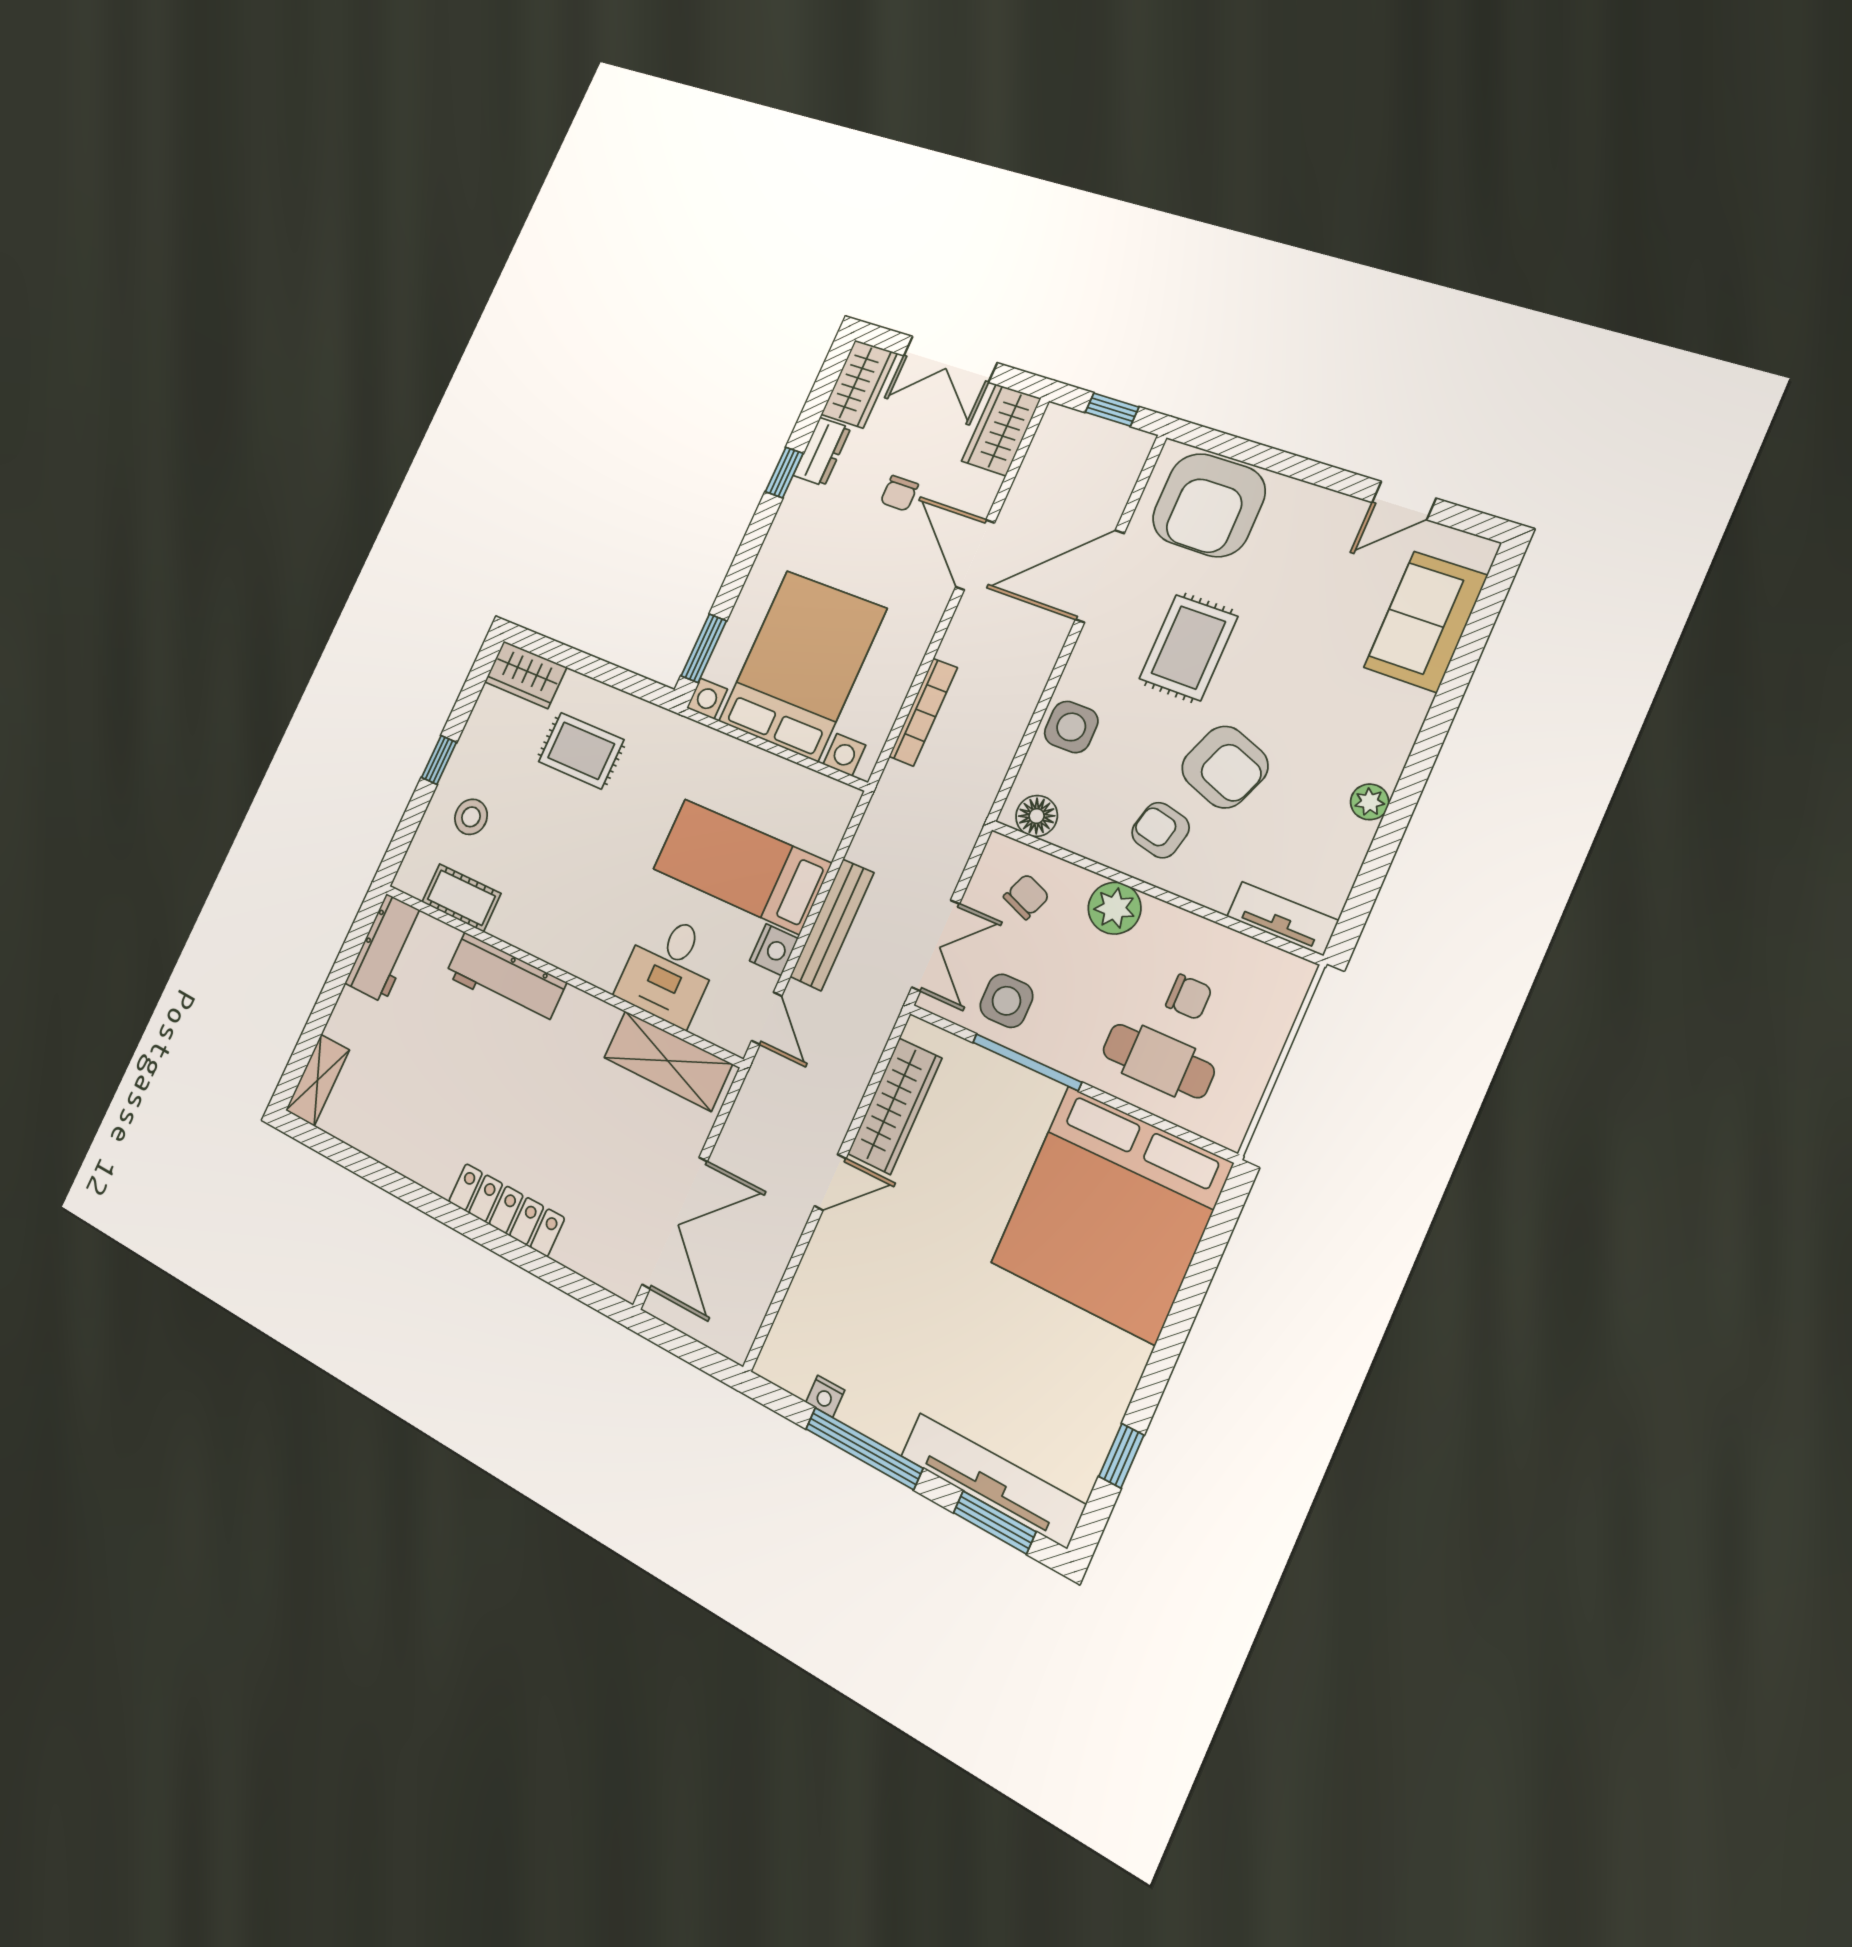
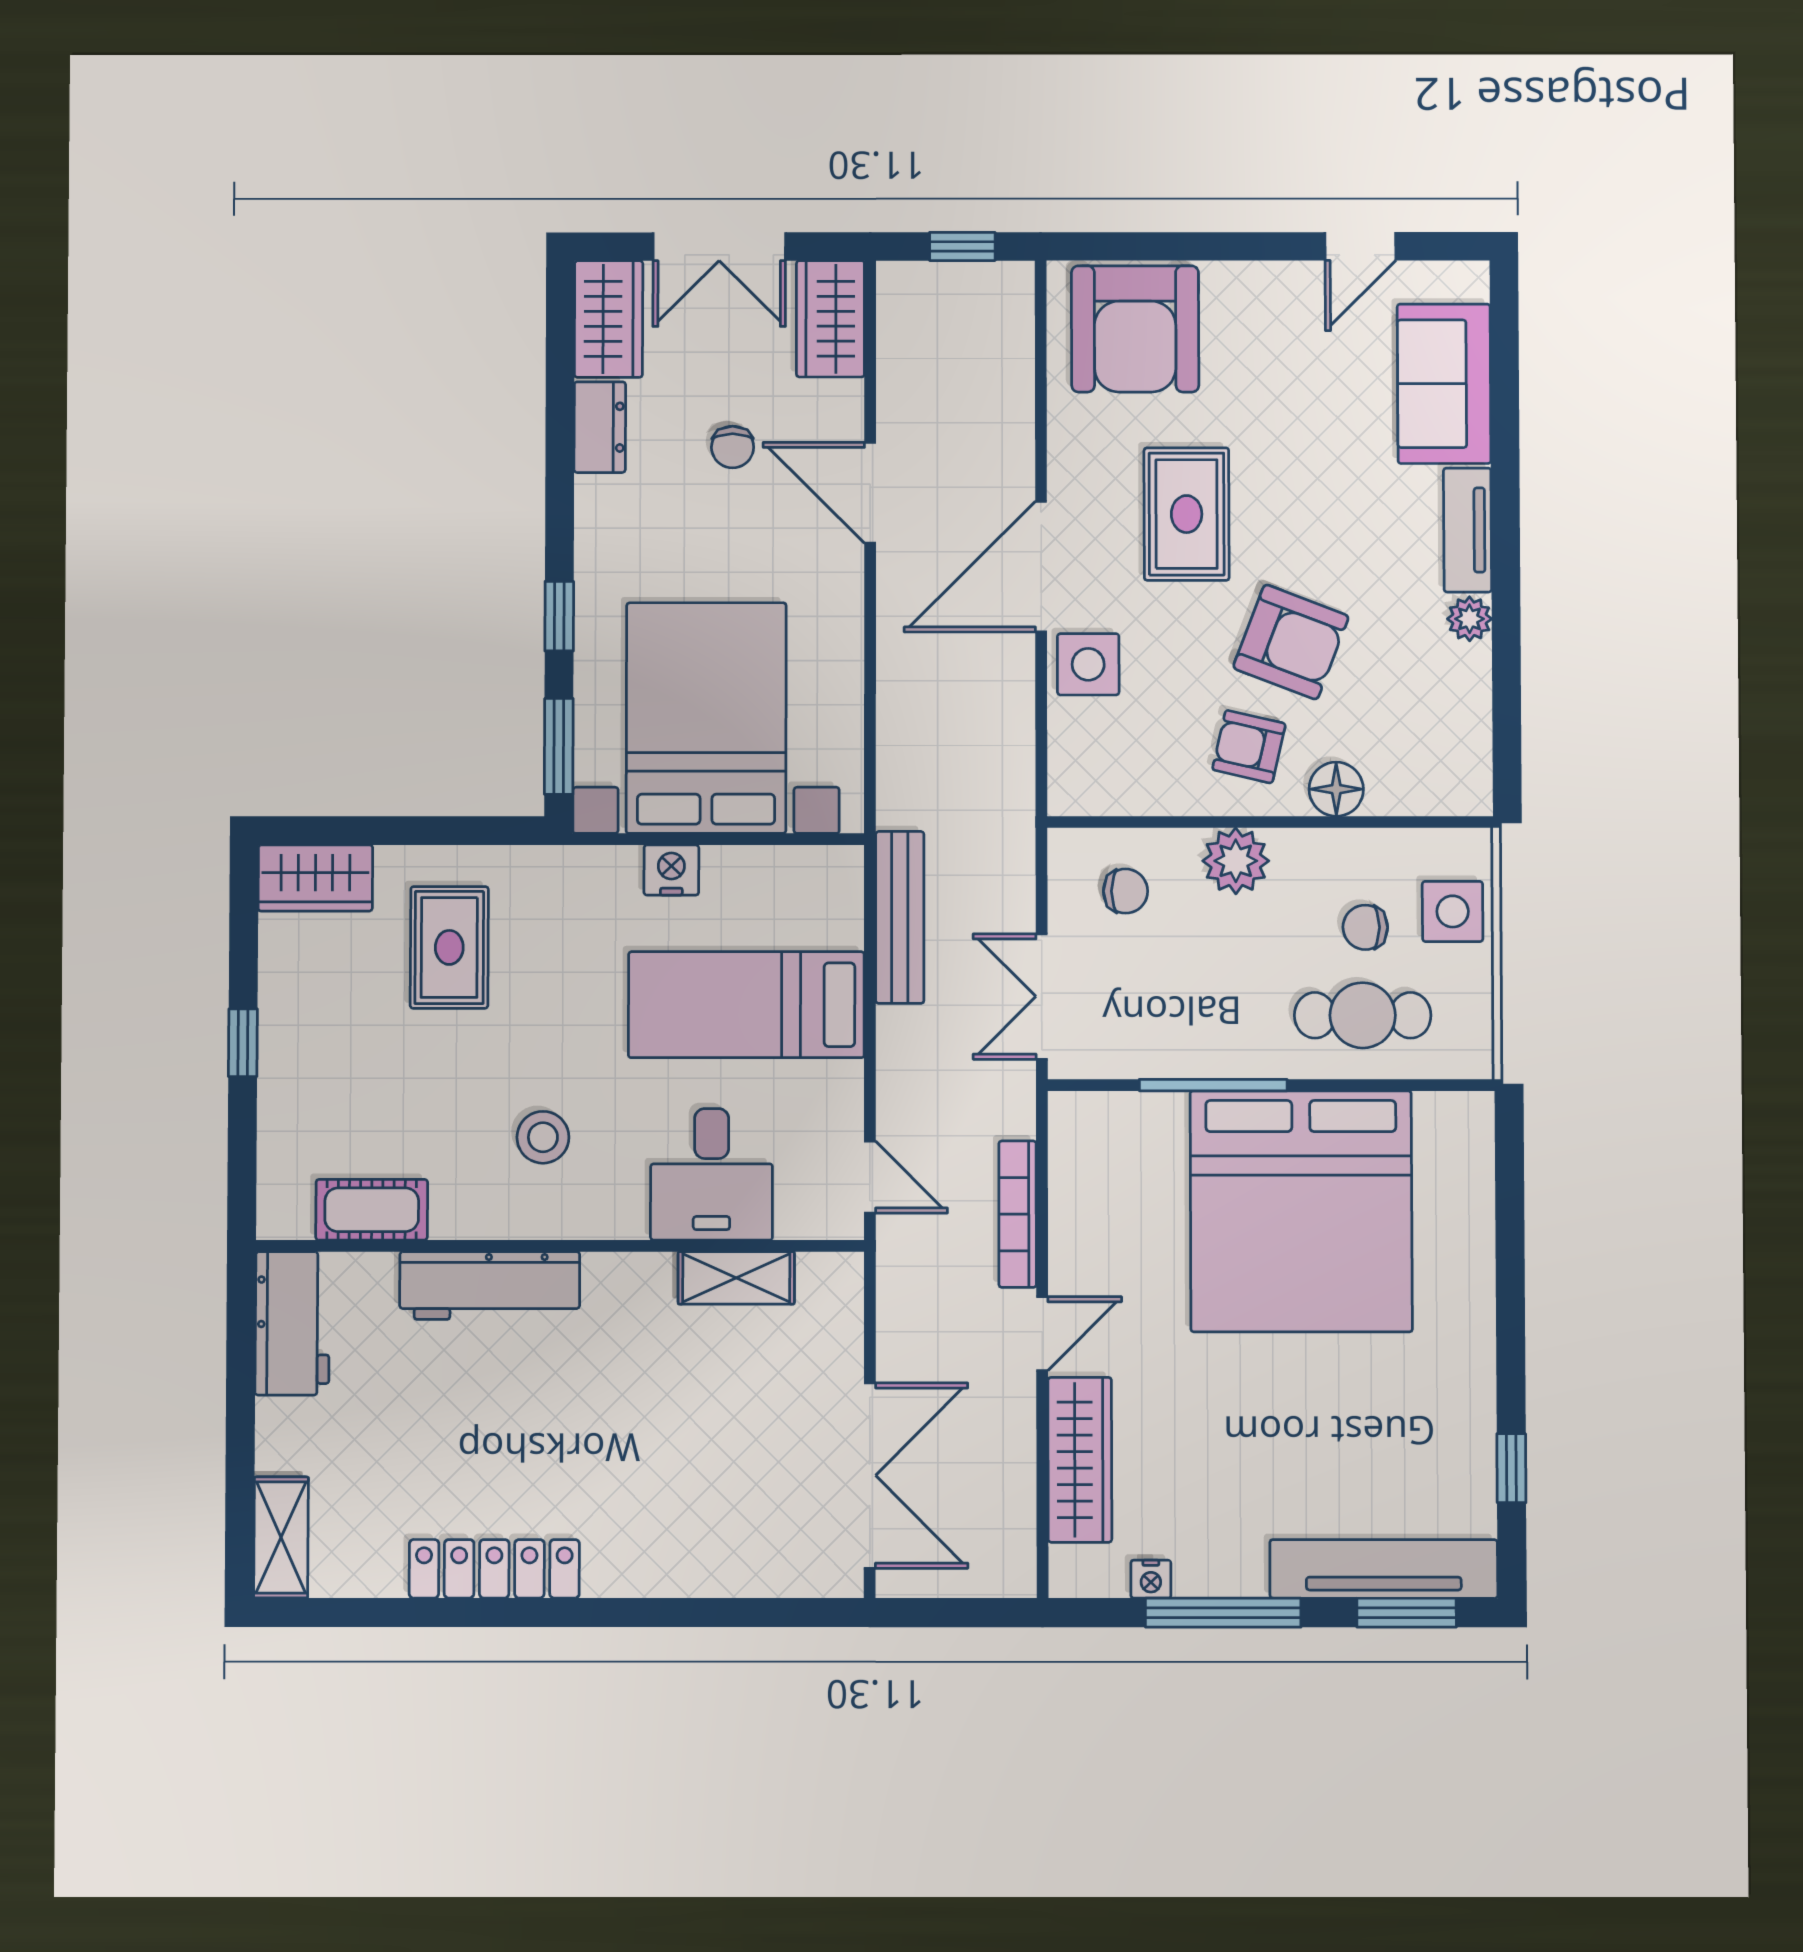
window: (784, 473) -> (559, 616), moved
door: (1100, 576) -> (1041, 567), moved
bookcase: (923, 712) -> (1018, 1214), moved, turned 180
rug: (581, 751) -> (449, 947), turned 90
floor lamp: (1037, 816) -> (1336, 789), moved
stool: (471, 817) -> (543, 1137), moved
chair: (1026, 897) -> (1125, 891), turned 68
tv unit: (1282, 918) -> (1468, 530), moved, turned -90
bench: (832, 925) -> (900, 917), moved
double door: (936, 946) -> (1042, 996), swing flipped
nightstand: (774, 950) -> (671, 870), moved, turned -90
chair: (1189, 997) -> (1365, 927), turned 180
side table: (1006, 1001) -> (1453, 911), moved
shelving: (668, 1061) -> (736, 1278), width x0.67, depth x0.75
wardrobe: (895, 1106) -> (1080, 1460), moved
locker: (506, 1210) -> (494, 1569), moved
bed: (1111, 1213) -> (1301, 1211), moved

